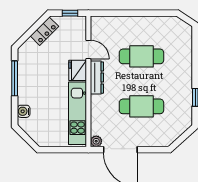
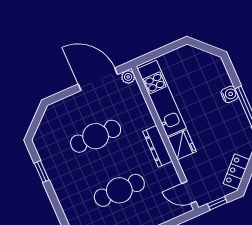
door: (88, 49) -> (189, 192), moved
water cooler: (24, 111) -> (230, 94), moved

